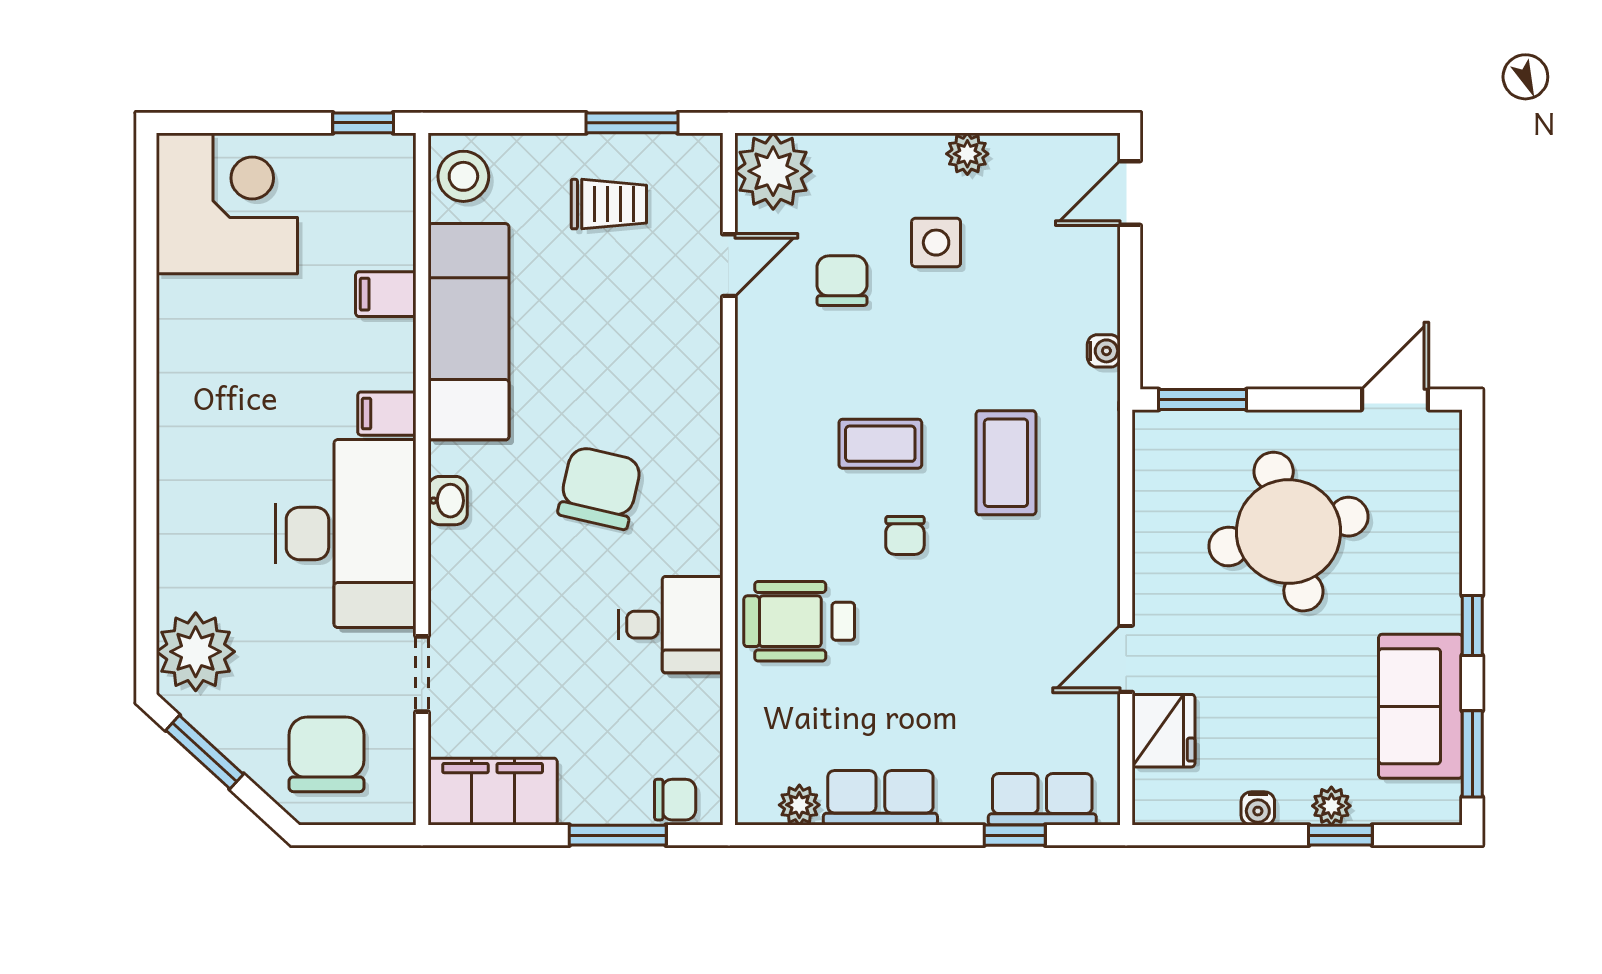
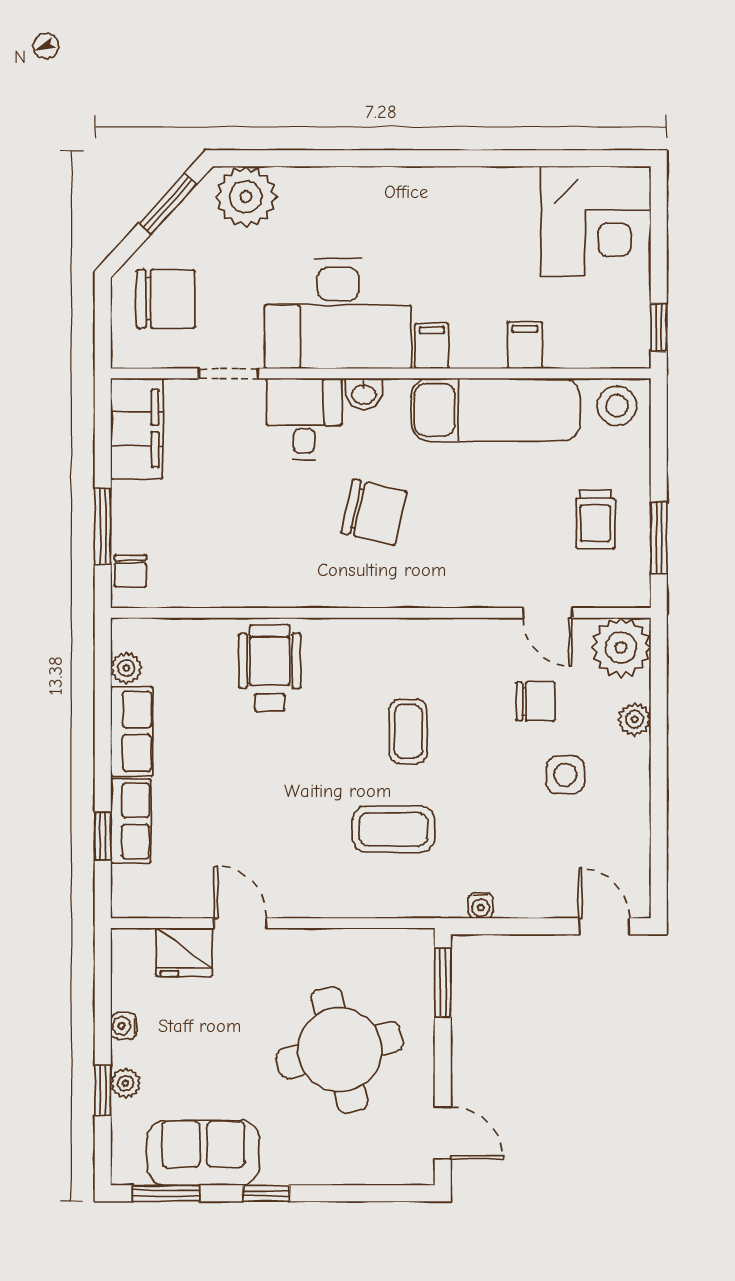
plant: (967, 154) -> (635, 719), moved
chair: (905, 535) -> (337, 750), removed
desk: (671, 625) -> (304, 419), moved, turned 180
row of seats: (1042, 799) -> (131, 821), moved

